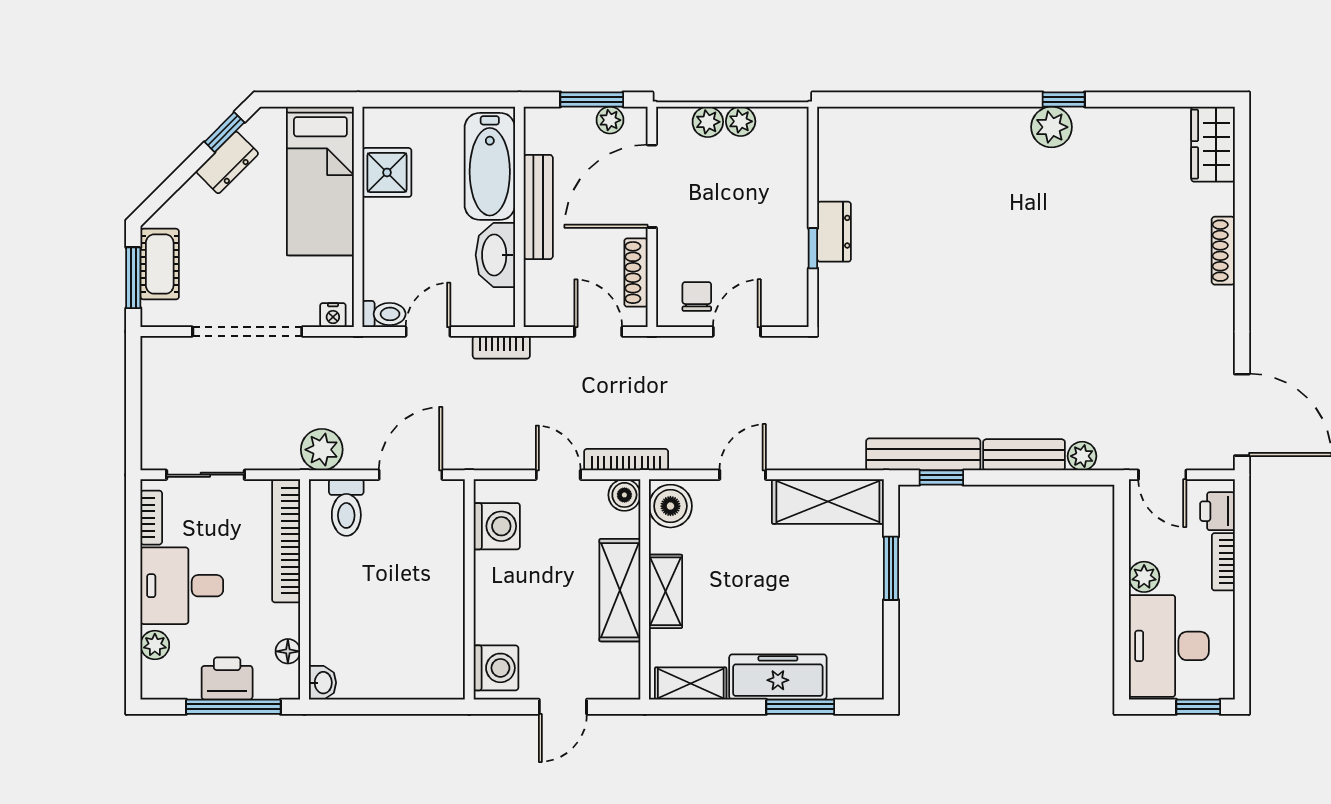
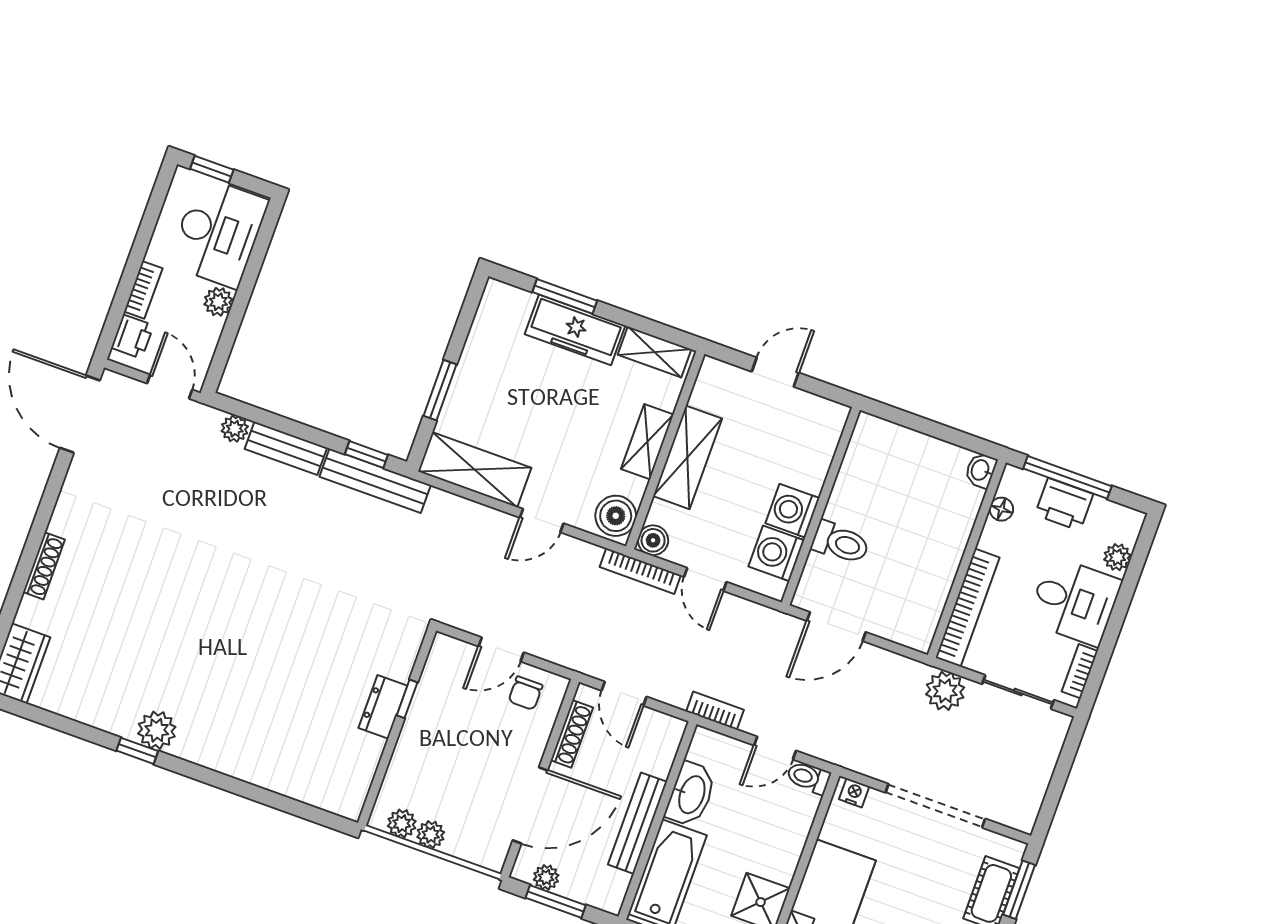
plant: (708, 122) -> (402, 824), moved
plant: (322, 450) -> (945, 691), moved
toilet: (346, 507) -> (840, 543), moved, turned 90
washing machine: (496, 668) -> (792, 511), moved

